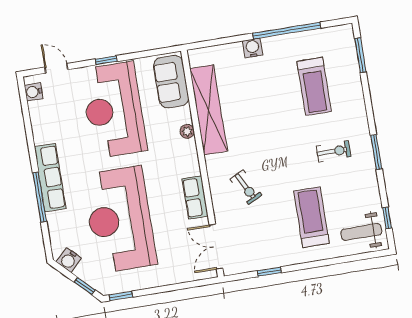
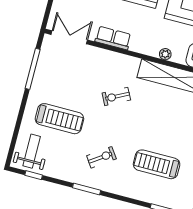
exercise bike: (334, 151) -> (101, 157), turned -125
exercise bike: (246, 187) -> (116, 96), moved
window: (269, 272) -> (33, 69), width x2.17

